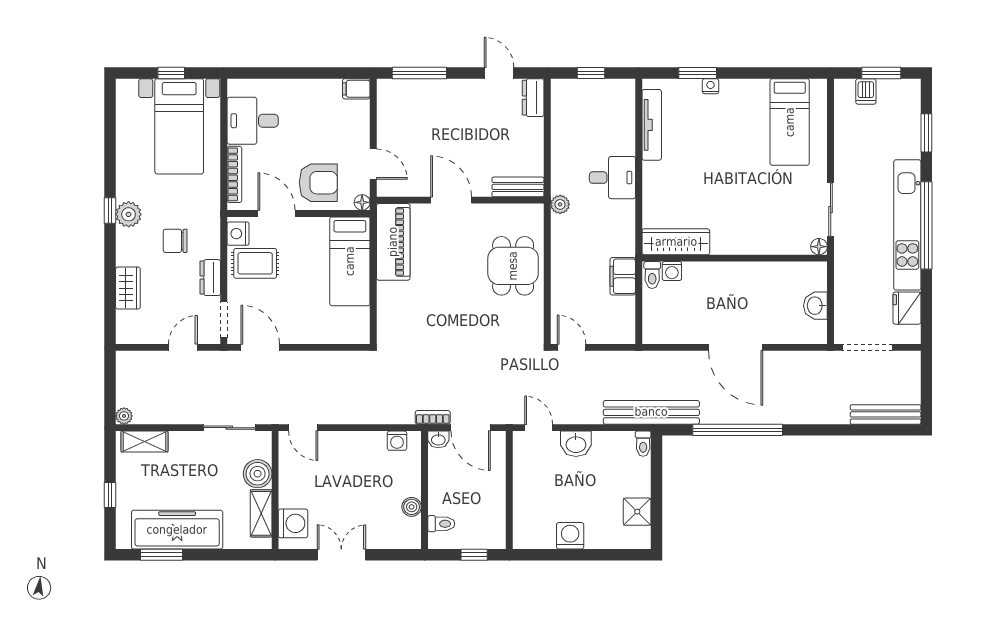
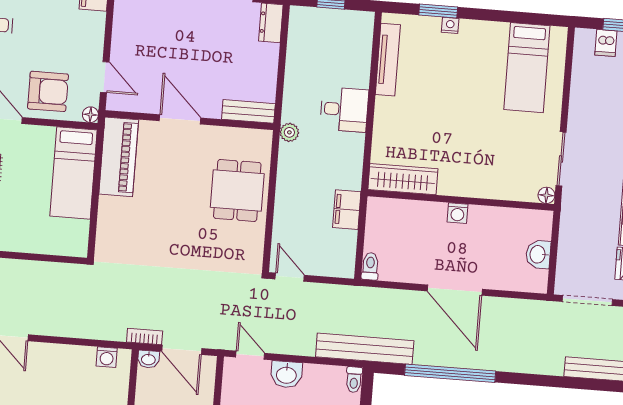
washing machine: (672, 271) -> (457, 213), moved
toilet: (652, 275) -> (370, 266), moved, turned 180

